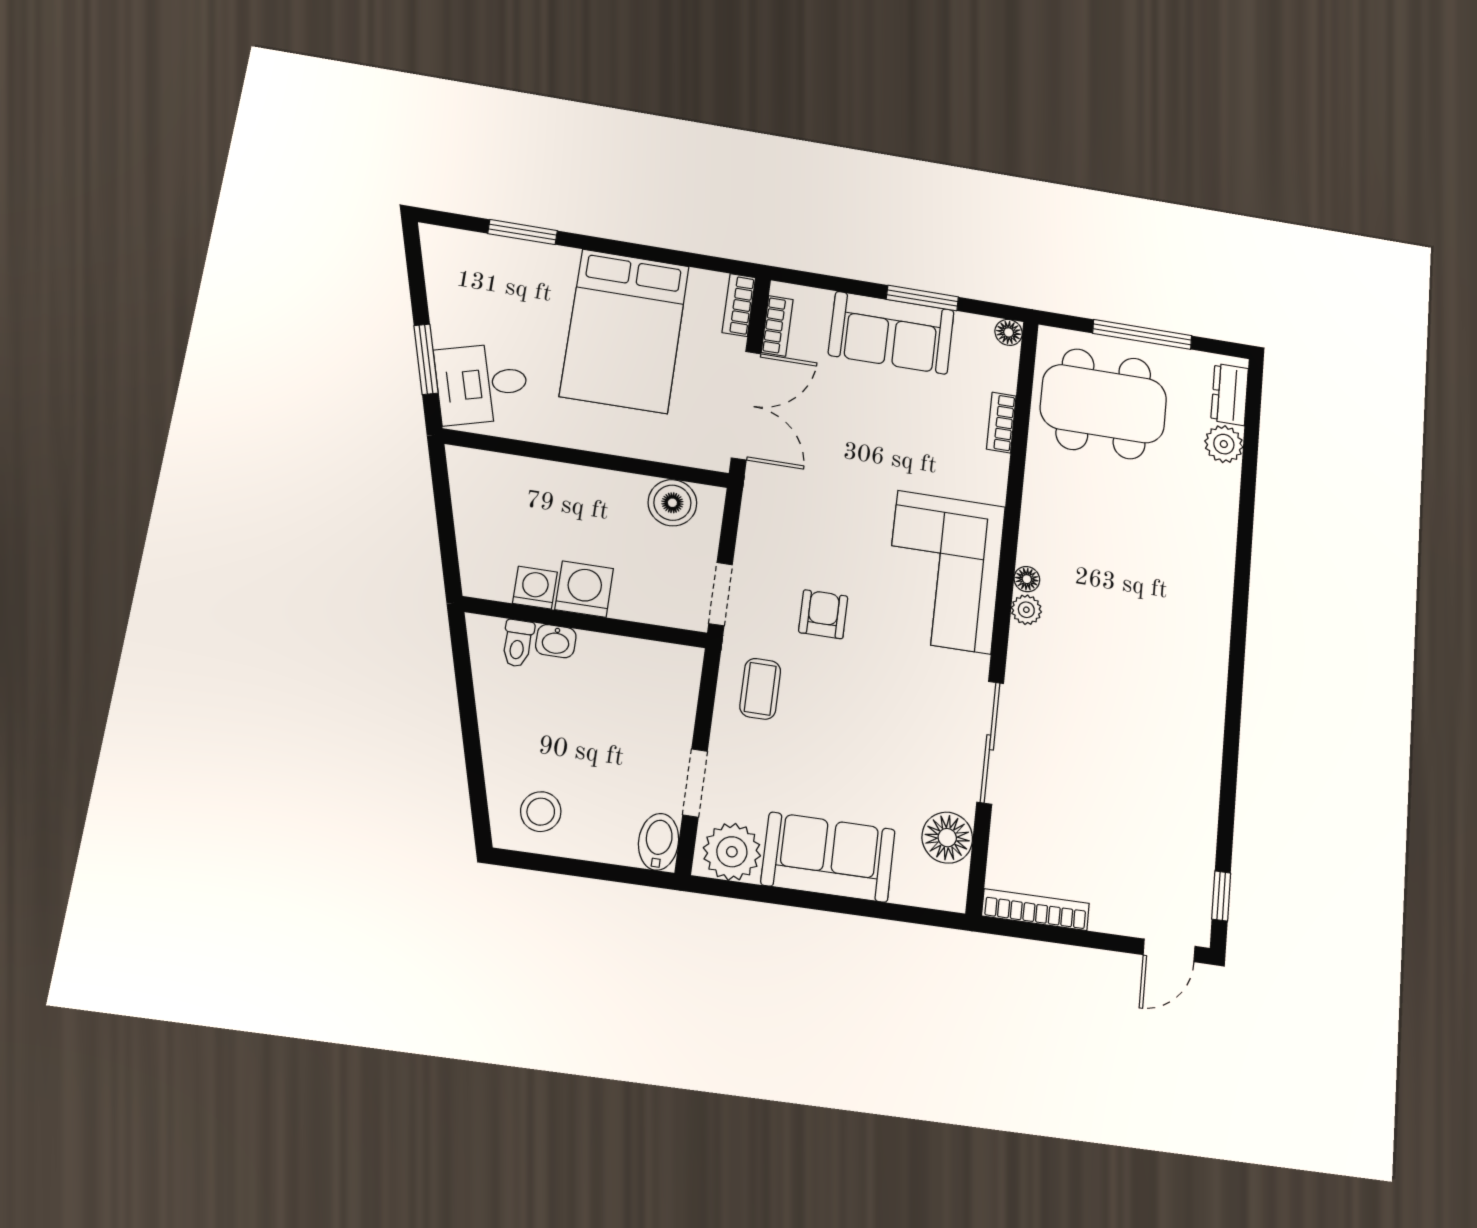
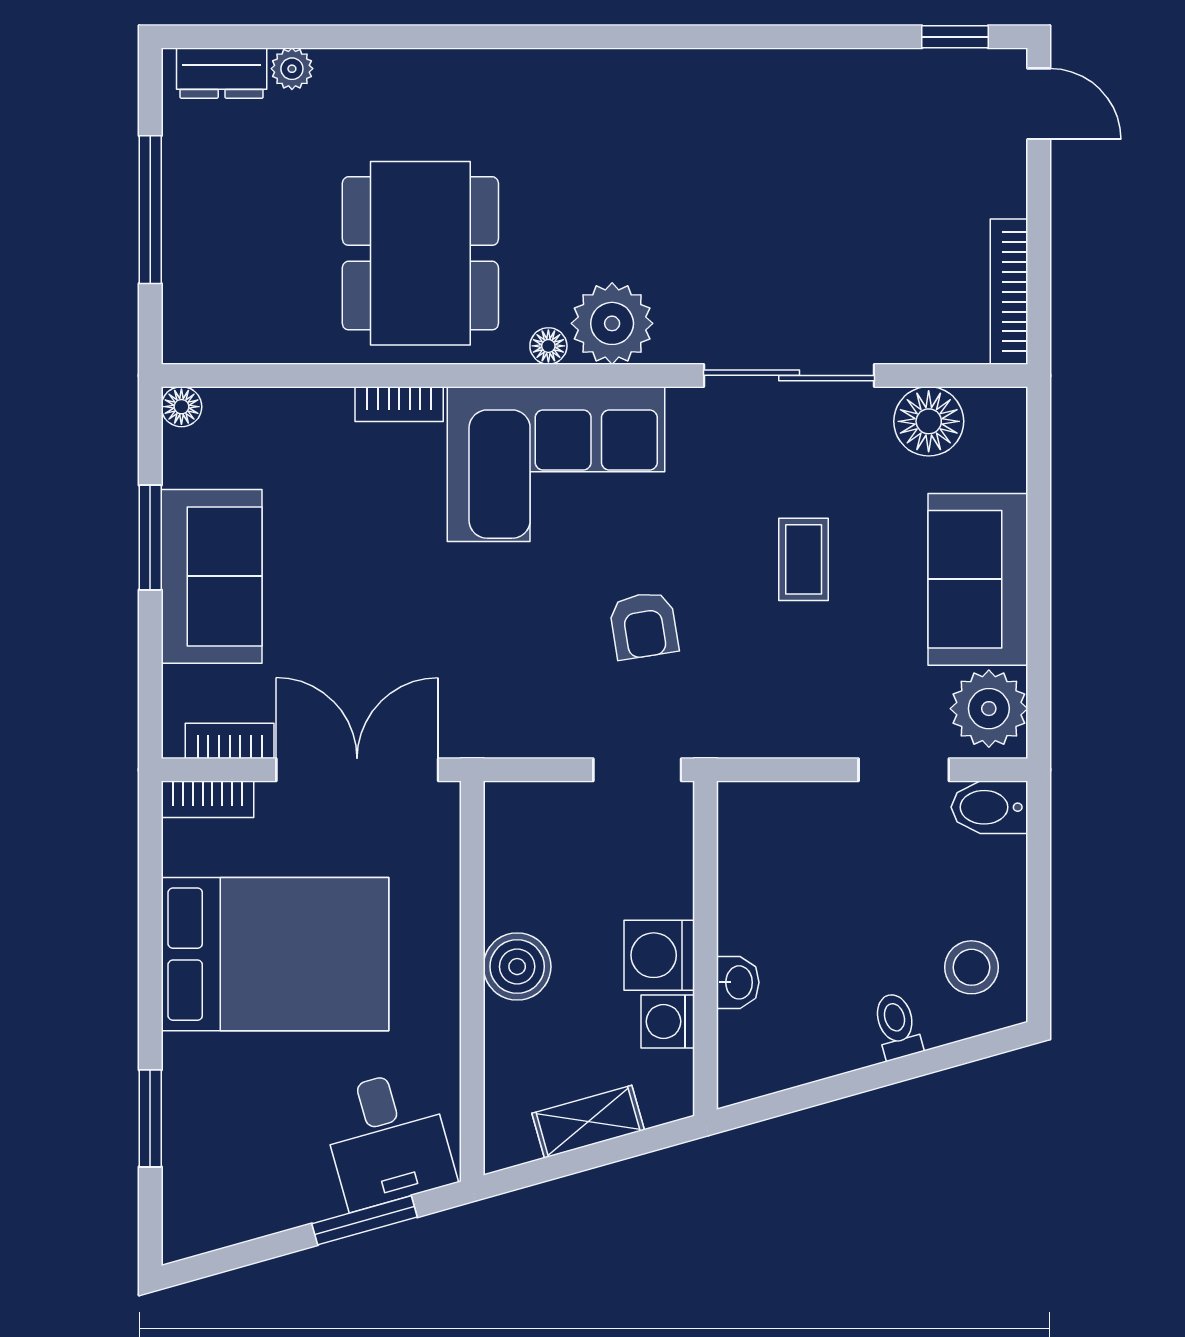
dining table: (1103, 404) -> (420, 253), moved
bookcase: (1001, 423) -> (399, 404), moved
plant: (1224, 444) -> (292, 69), width x0.73, depth x0.73
boiler: (672, 503) -> (517, 967), moved
shelving: (471, 521) -> (588, 1122), added
plant: (1026, 610) -> (612, 323), width x1.88, depth x1.88
armchair: (823, 614) -> (644, 625), turned -99
toilet: (518, 643) -> (897, 1026), moved, turned -106
coffee table: (760, 689) -> (804, 559), moved, turned 90

